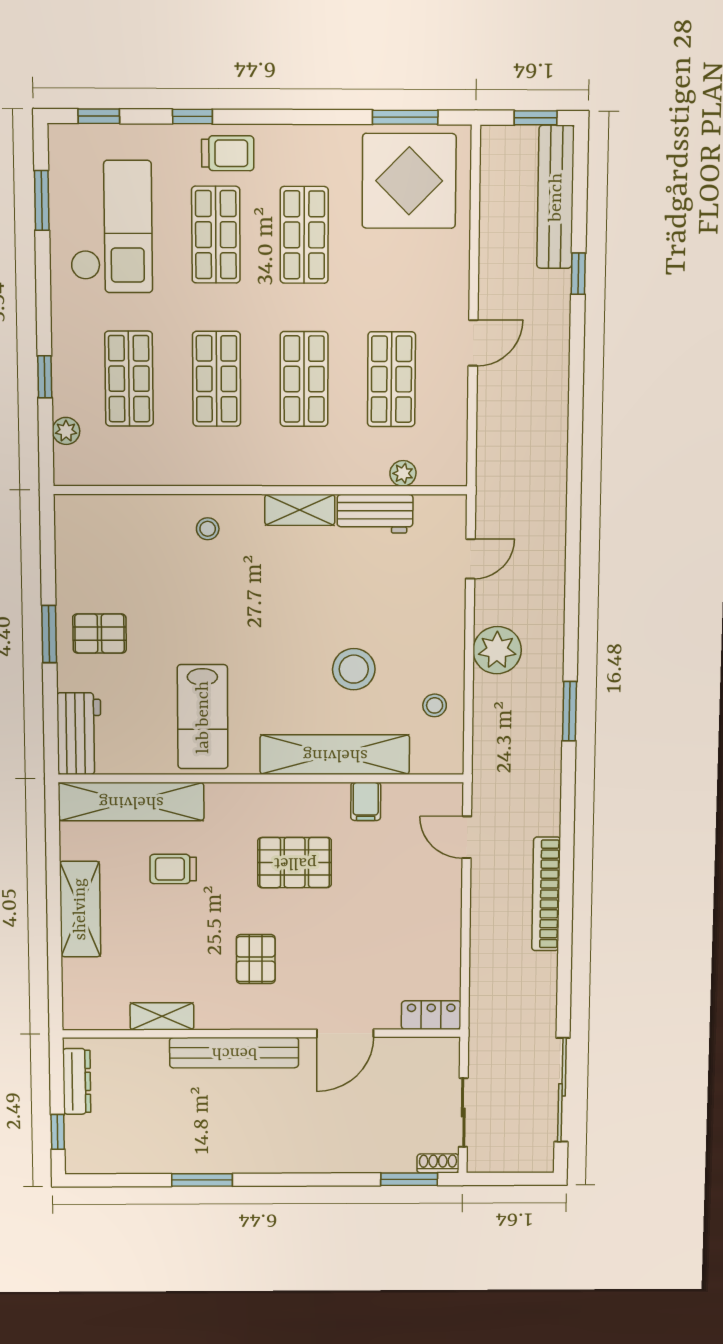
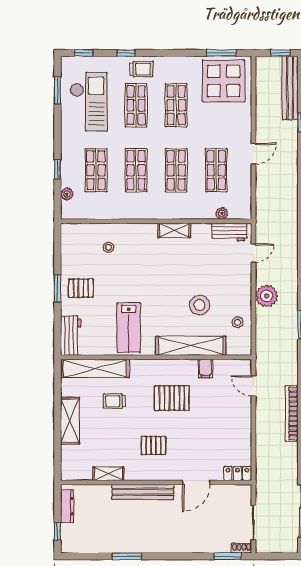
workbench: (375, 514) -> (230, 232), moved
stool: (208, 529) -> (109, 247), moved
pallet: (256, 959) -> (153, 445), turned 90

